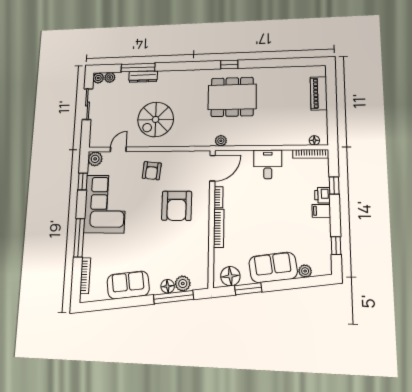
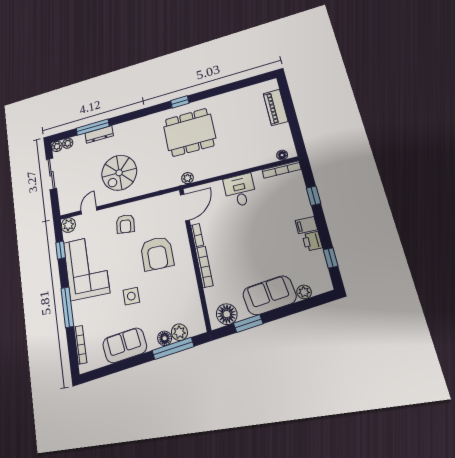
printer: (322, 195) -> (312, 241), moved
side table: (144, 241) -> (131, 296), added

